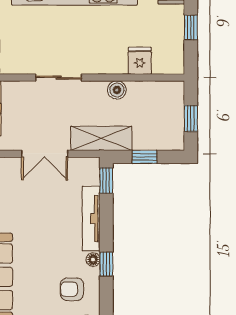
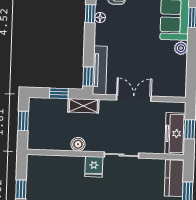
fridge: (140, 61) -> (94, 167), moved
shelving: (101, 138) -> (83, 106), width x0.67, depth x0.75
tv unit: (91, 219) -> (100, 70), moved

